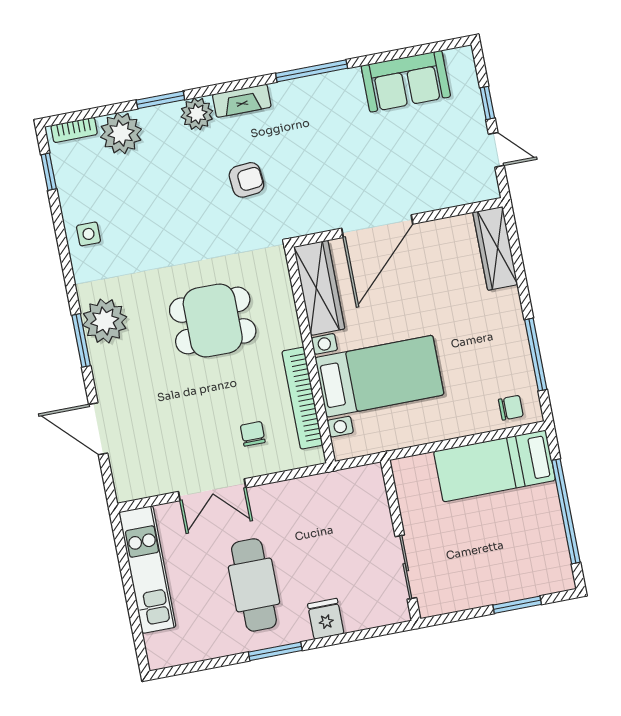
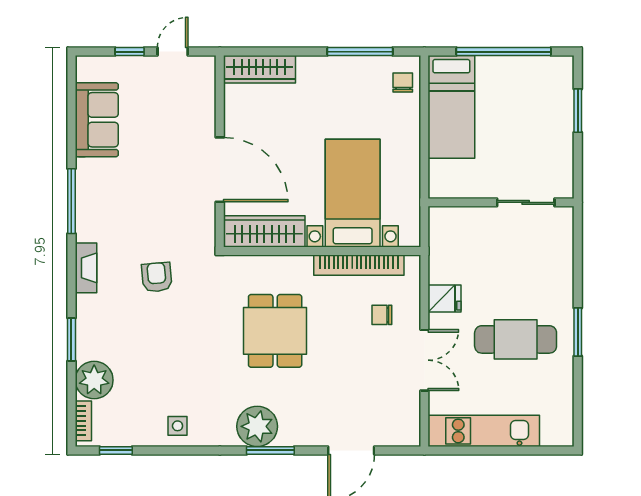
plant: (197, 114) -> (90, 310), removed
fridge: (326, 619) -> (445, 299), moved, turned 180

